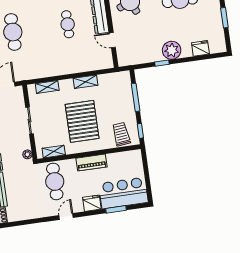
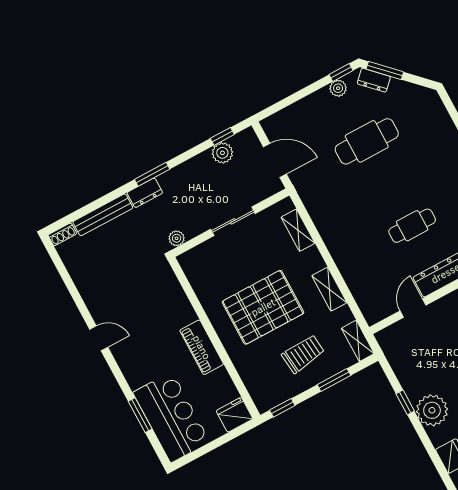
window: (136, 97) -> (334, 380), width x0.69
trolley: (121, 134) -> (303, 354), moved
shelving: (54, 152) -> (358, 341), moved
cafe table: (55, 181) -> (149, 299), removed
fridge: (92, 203) -> (235, 415), moved, turned -90

